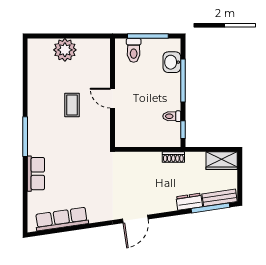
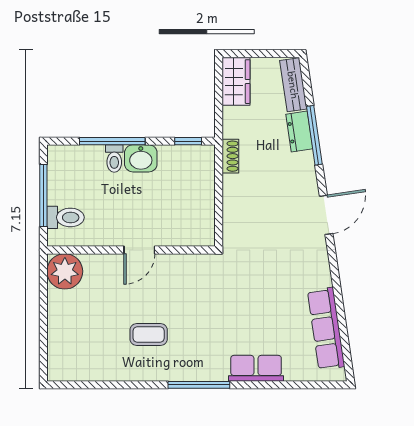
plant: (65, 50) -> (65, 271), moved
washbasin: (172, 62) -> (141, 158), moved
coffee table: (72, 105) -> (149, 334), moved
toilet: (172, 116) -> (114, 159), moved
window: (210, 208) -> (314, 135), moved
door: (135, 219) -> (326, 215), hinge flipped

